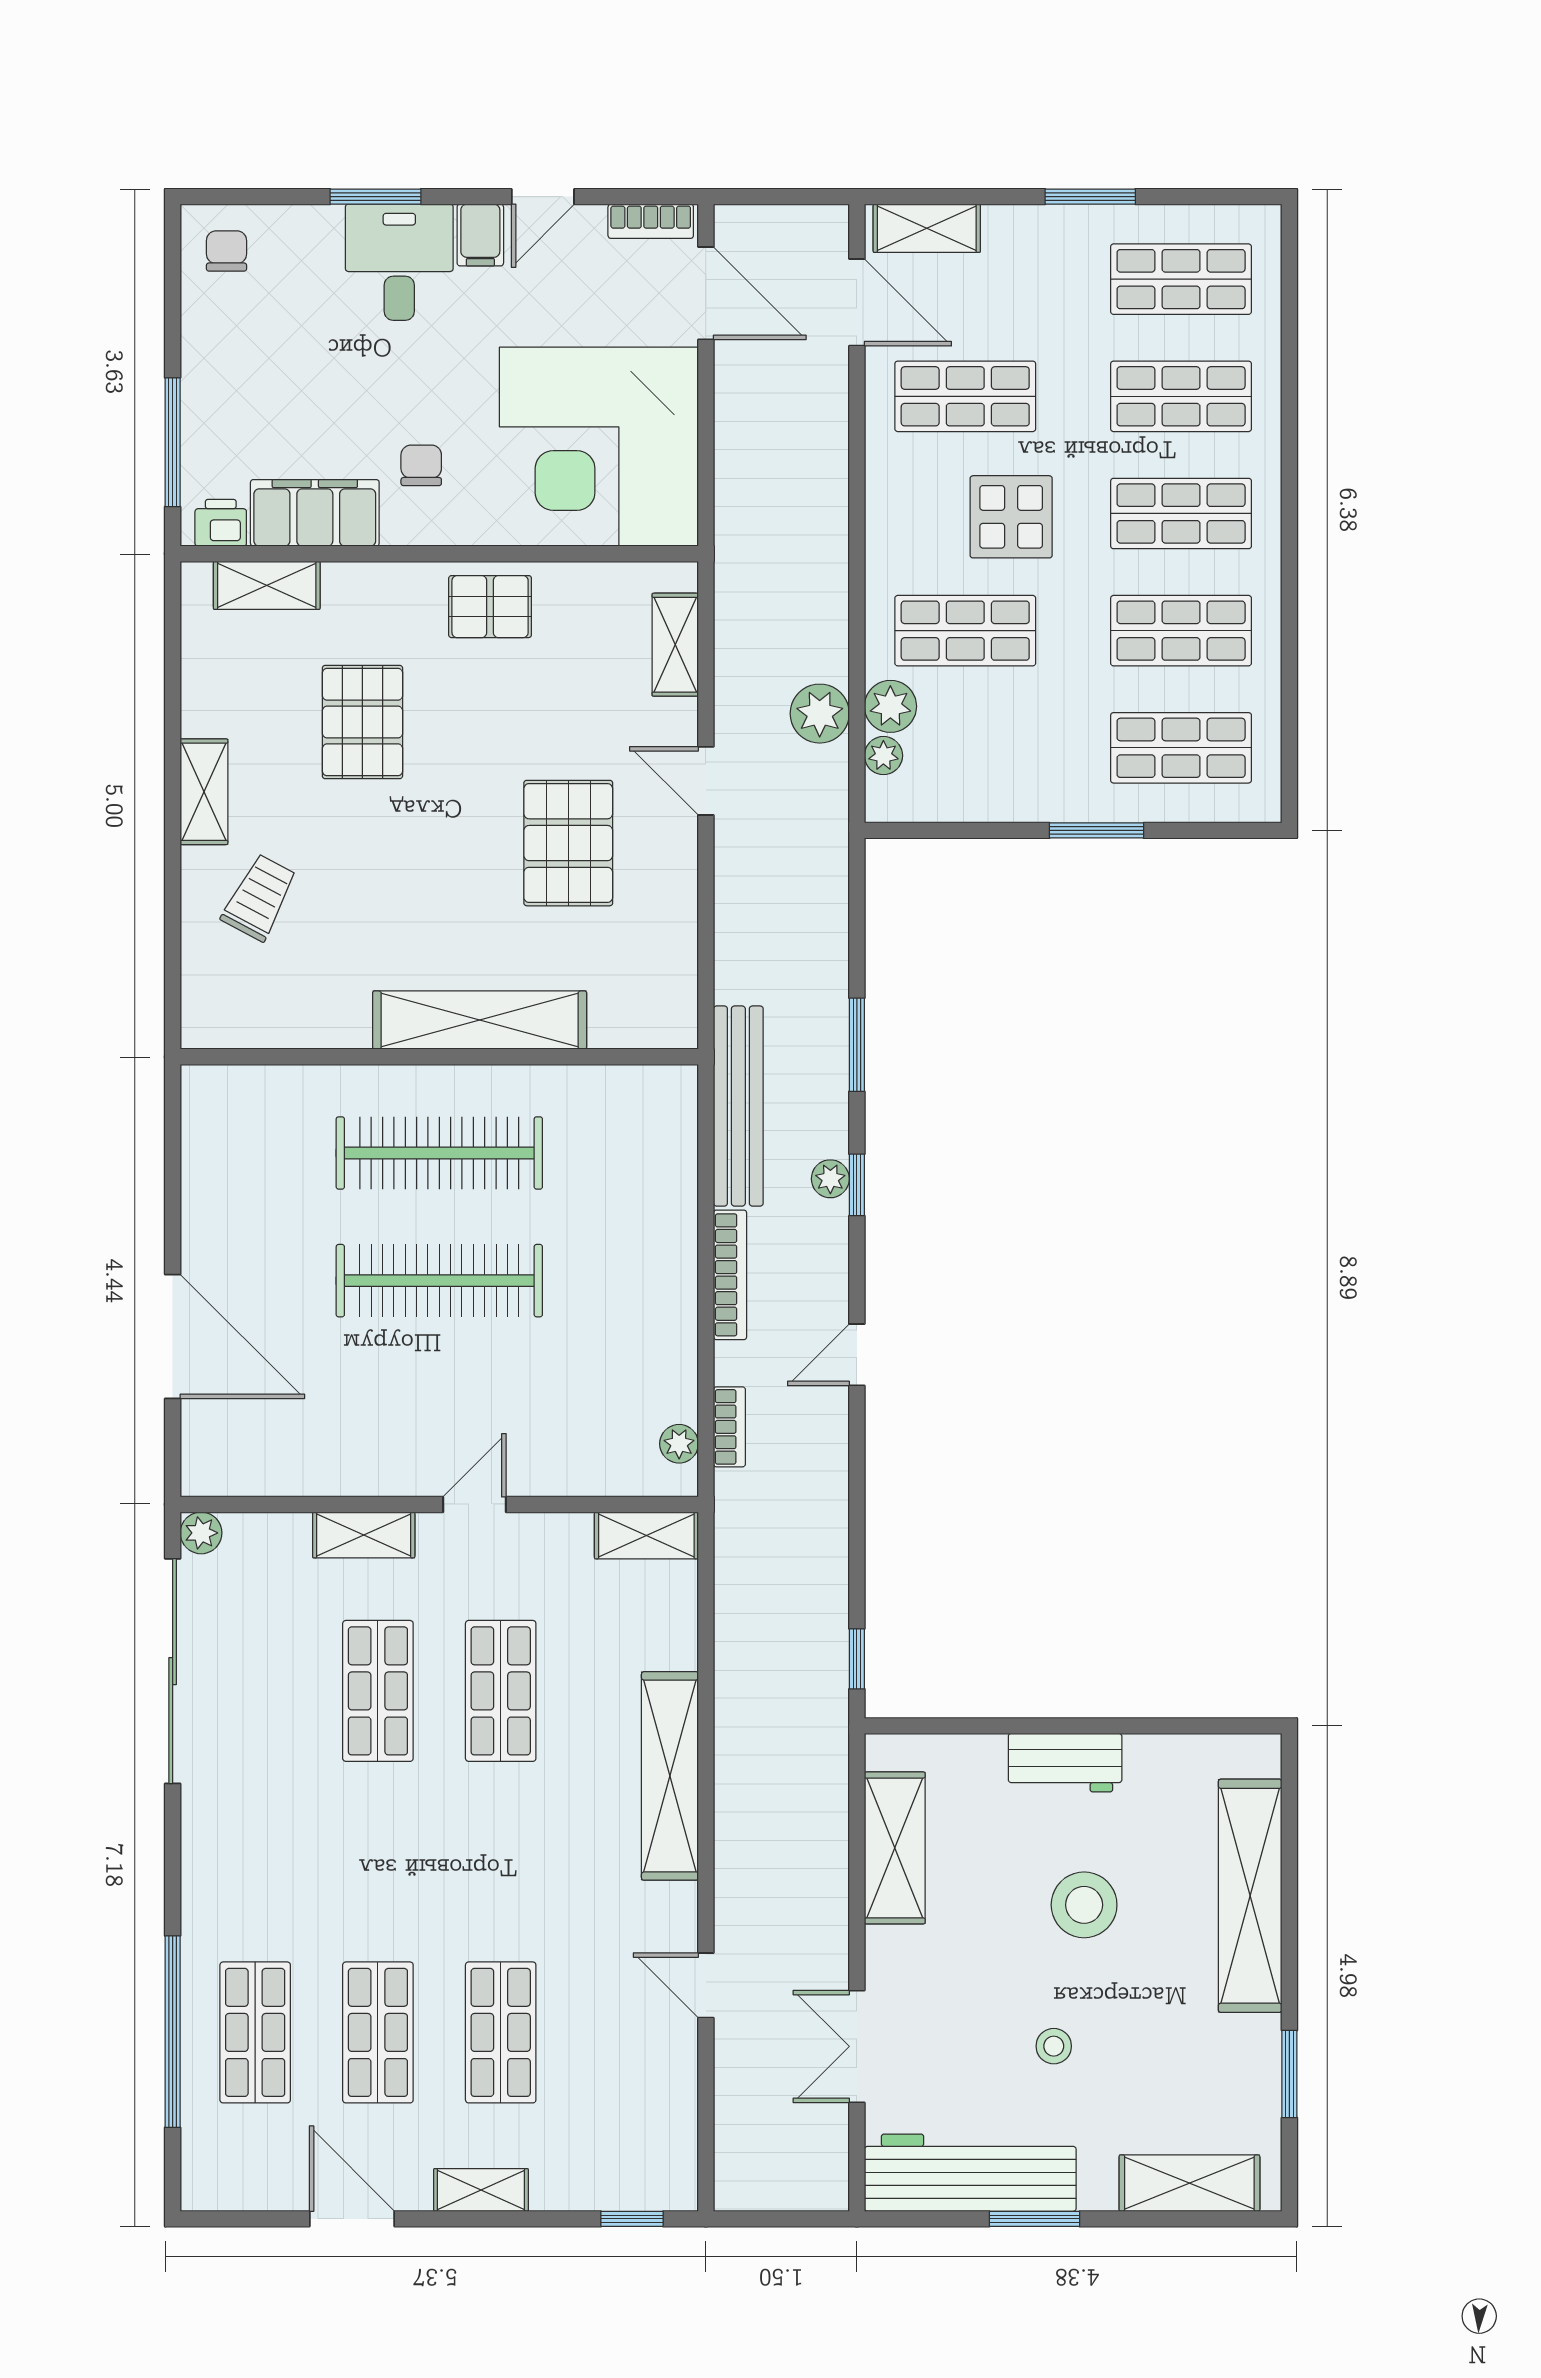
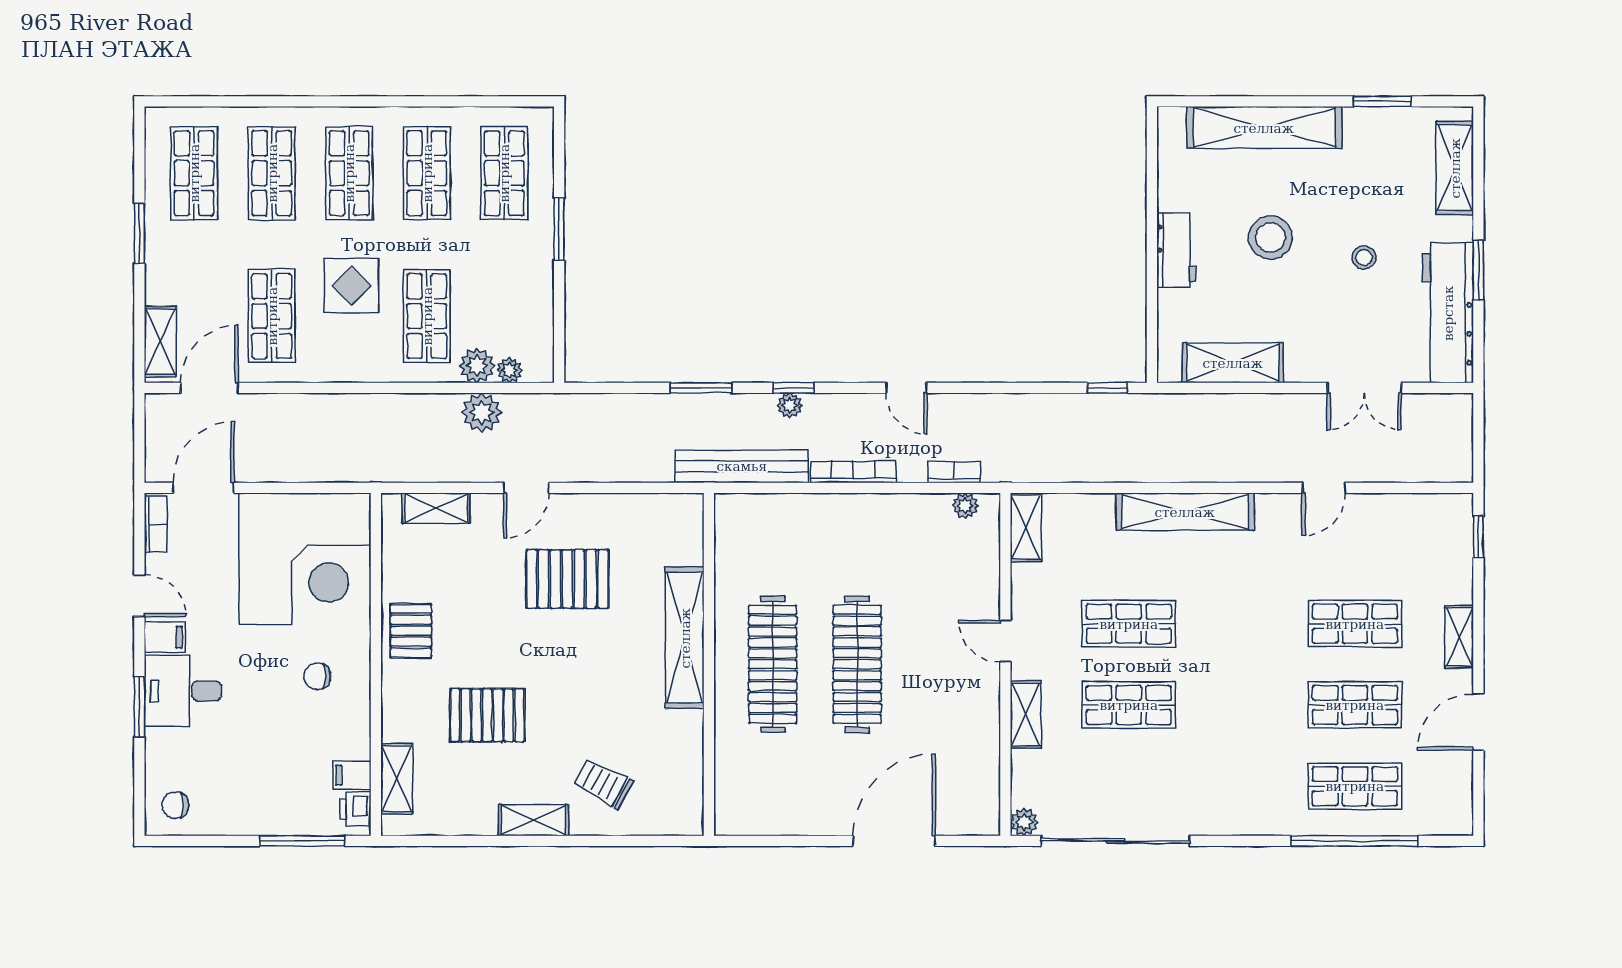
filing cabinet: (315, 513) -> (352, 775), width x0.33, depth x0.86

